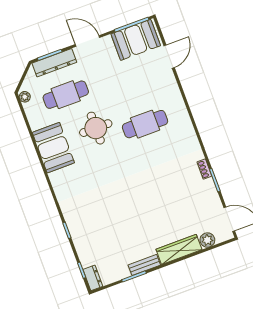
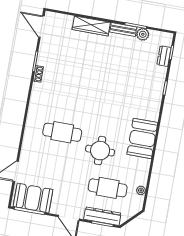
plant: (25, 97) -> (141, 190), moved
booth: (53, 148) -> (142, 138), moved
plant: (207, 240) -> (143, 34), moved
dresser: (93, 278) -> (164, 56), moved

